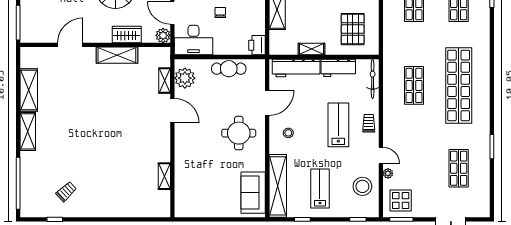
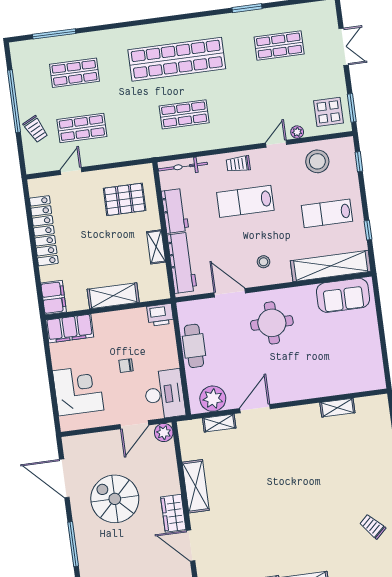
wardrobe: (127, 34) -> (173, 513), moved

